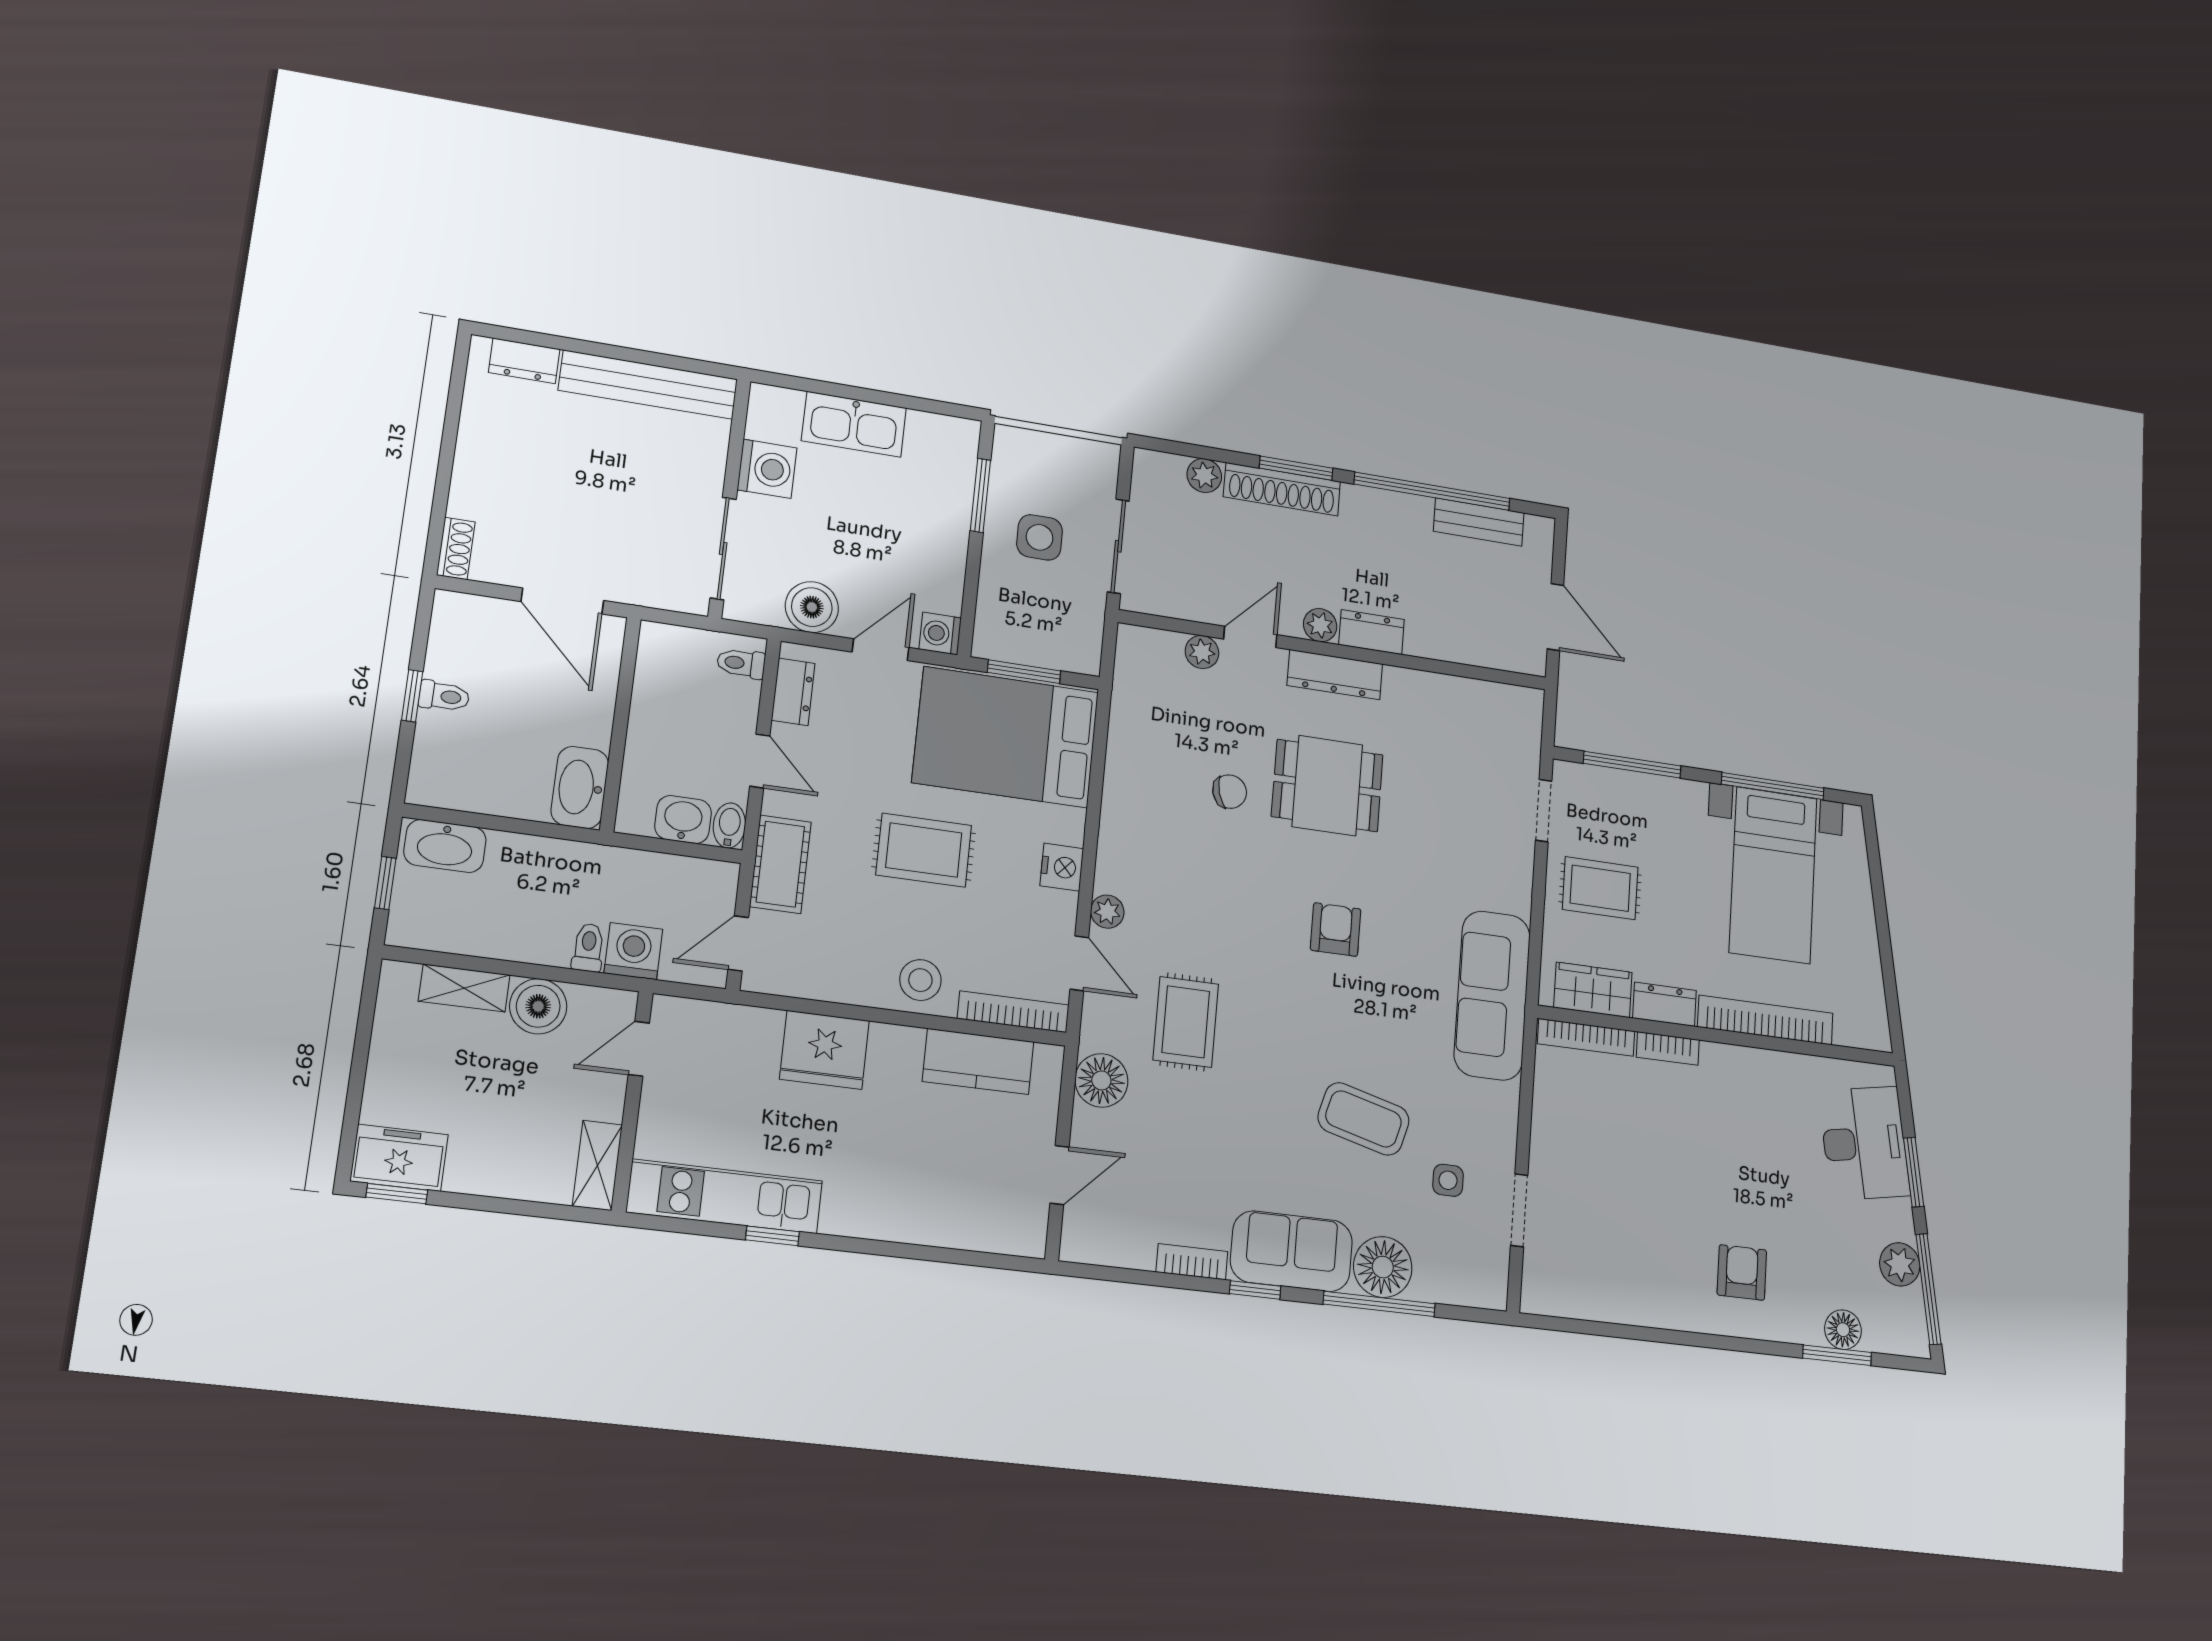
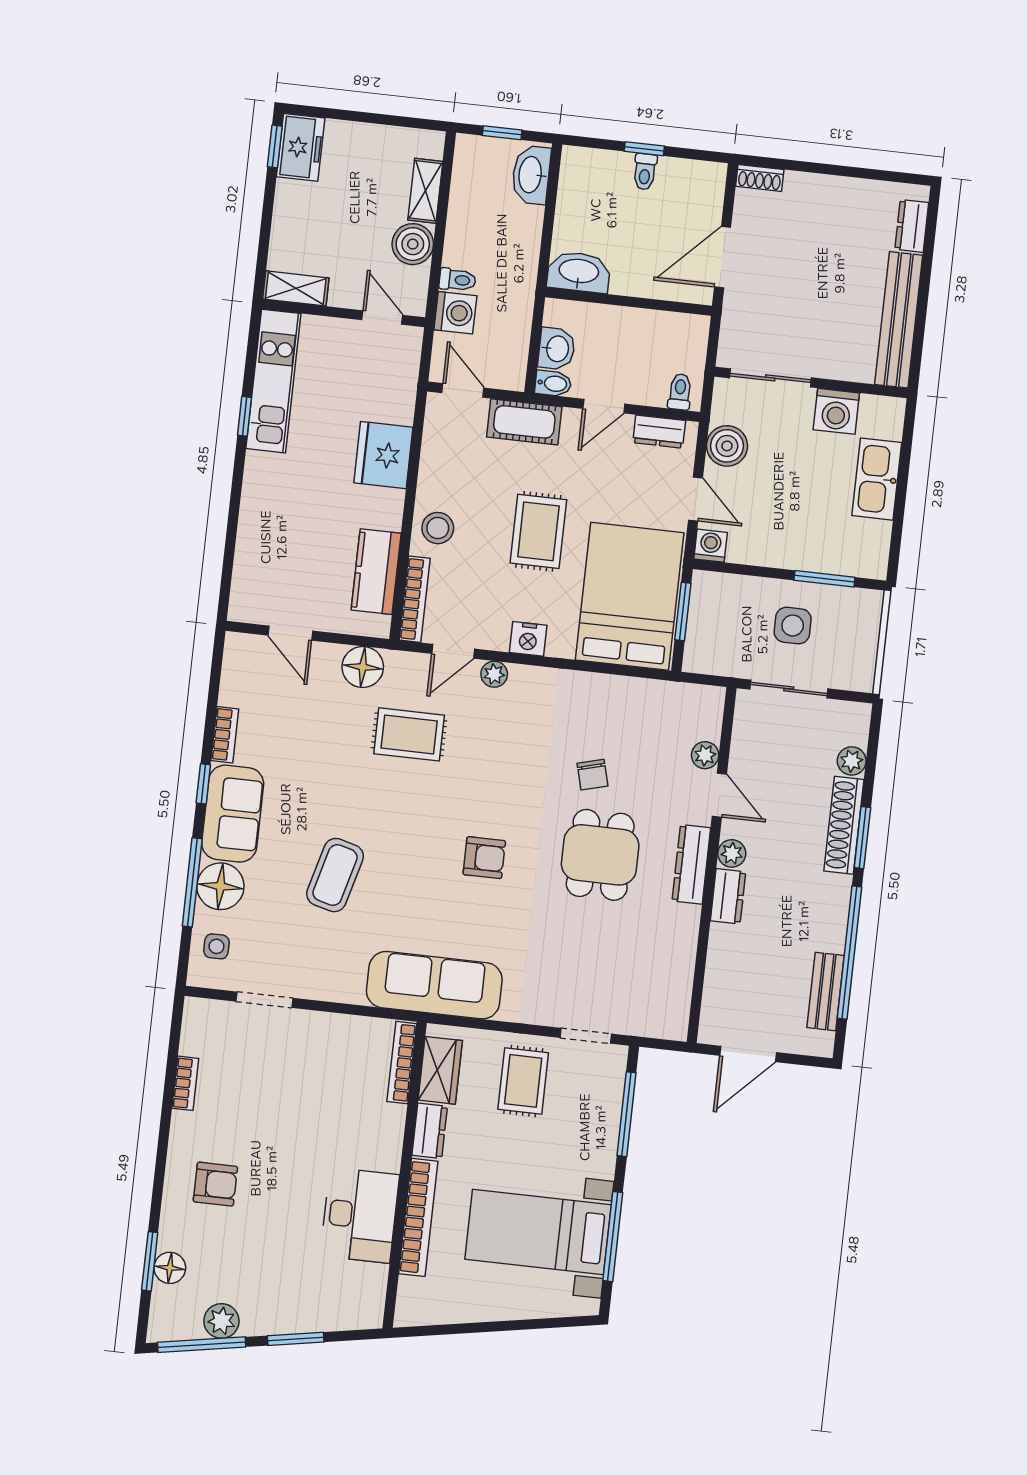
bookcase: (1668, 1048) -> (185, 1083), moved, turned 180
desk: (1864, 1143) -> (360, 1215), moved, turned -80
side table: (1448, 1180) -> (216, 946), moved

